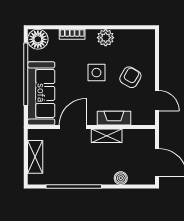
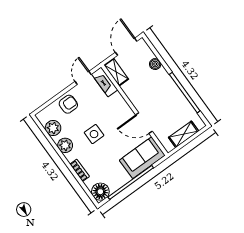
plant: (130, 38) -> (53, 128), added
armchair: (130, 77) -> (68, 104), moved, turned 150
sofa: (41, 93) -> (142, 158), width x0.73
fireplace: (114, 118) -> (105, 82), moved
shelving: (107, 136) -> (116, 72), moved

